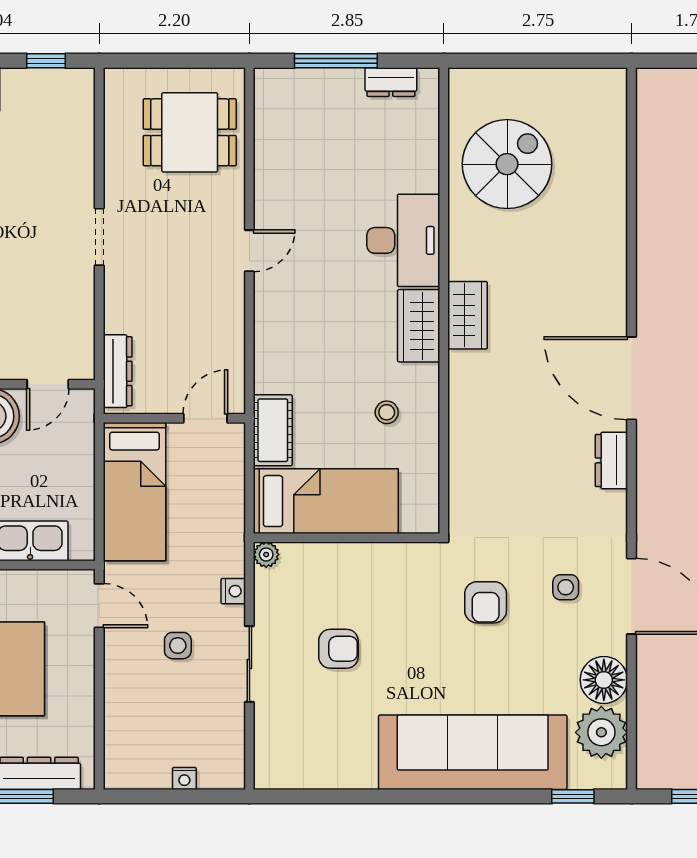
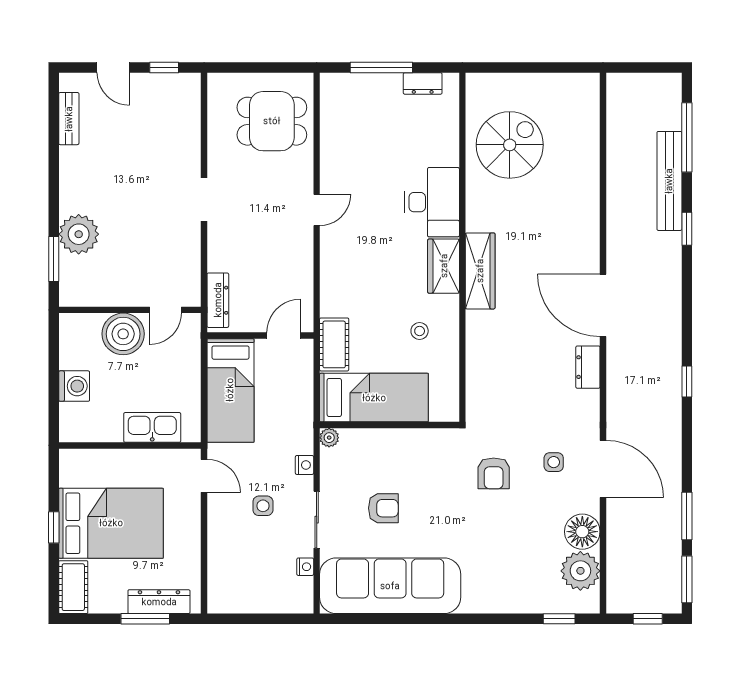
wardrobe: (468, 315) -> (480, 271), width x1.50
sofa: (473, 752) -> (390, 586), moved
nightstand: (184, 778) -> (305, 567), moved, turned -90

